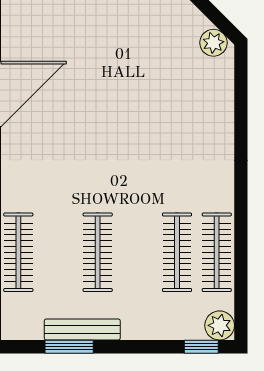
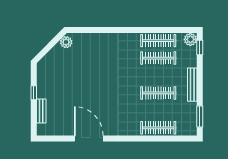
bench: (82, 330) -> (192, 85), moved
window: (69, 347) -> (200, 117), moved

